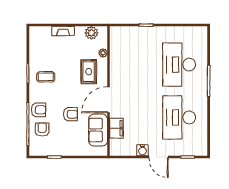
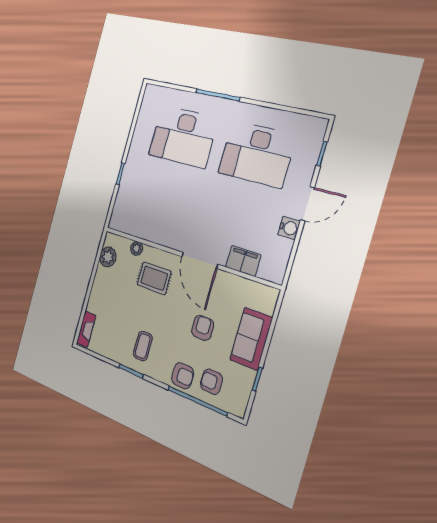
fireplace: (63, 31) -> (86, 329), moved
armchair: (38, 110) -> (183, 376), turned 90
sofa: (98, 130) -> (251, 339), moved, turned 90

